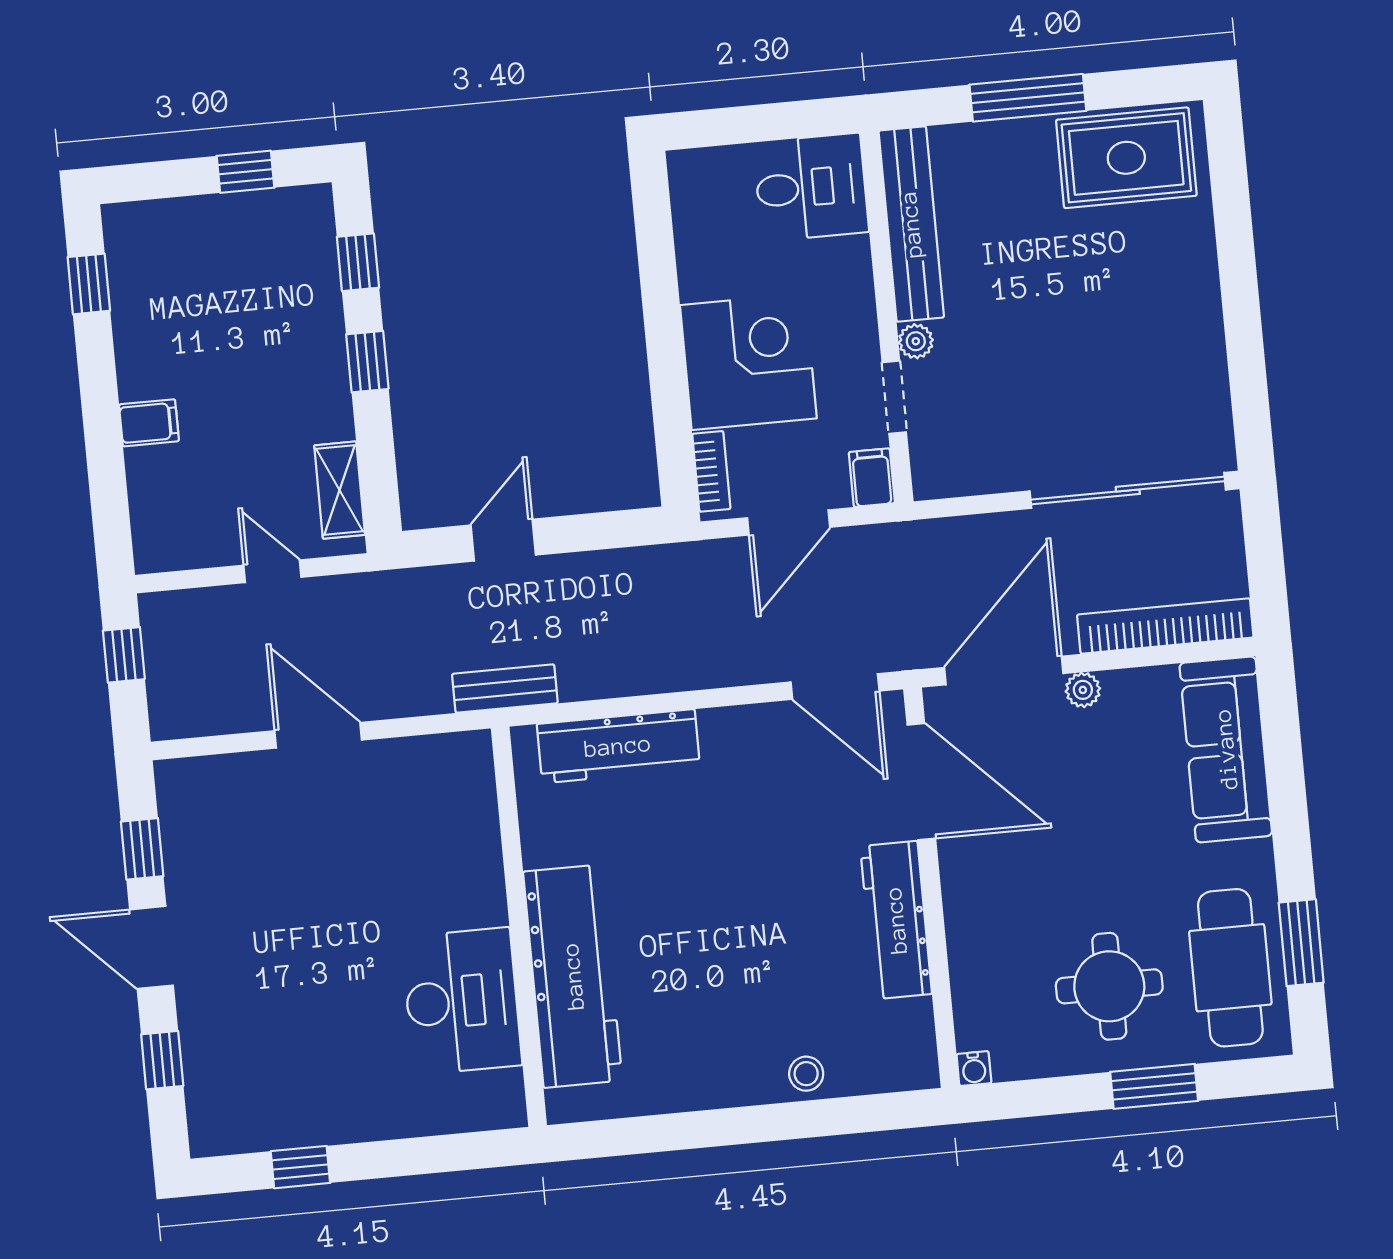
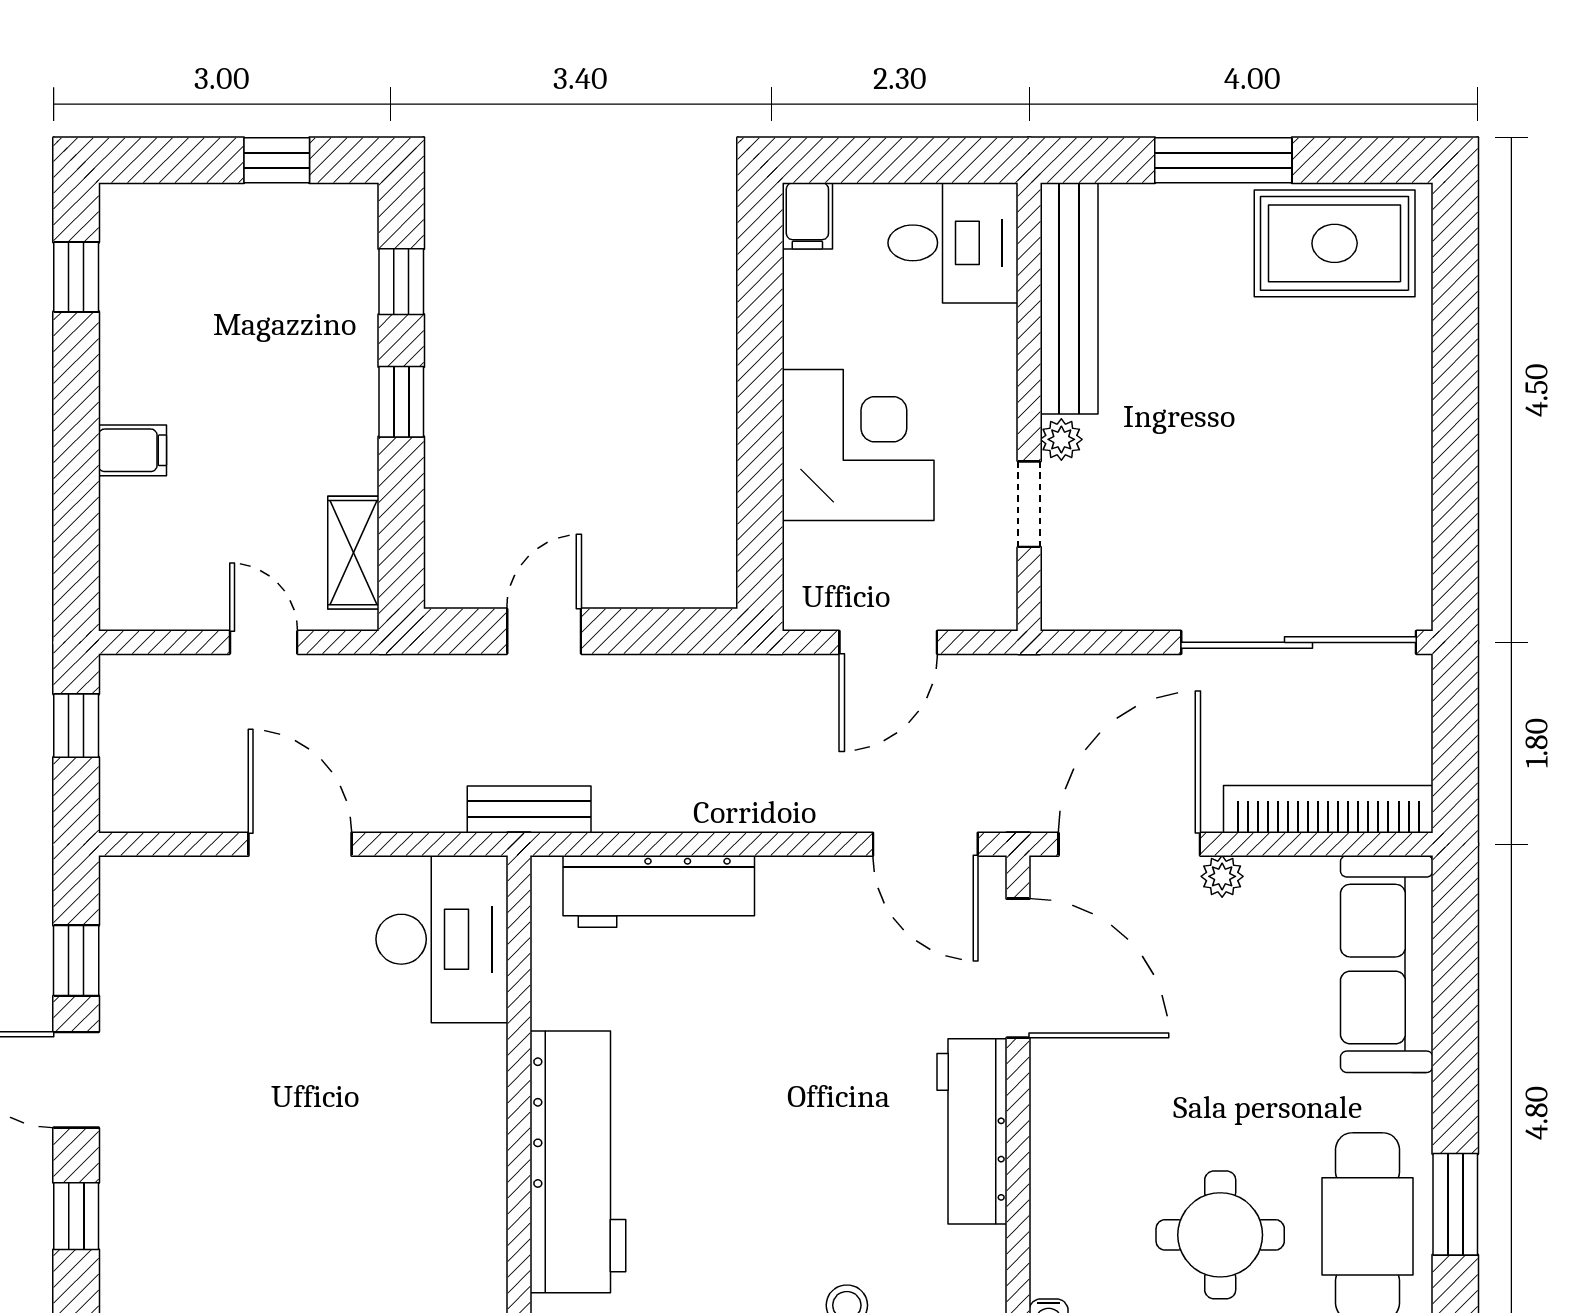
bookcase: (711, 471) -> (801, 572), removed
filing cabinet: (872, 478) -> (807, 216), moved, turned 180
desk: (462, 1001) -> (442, 939), moved

